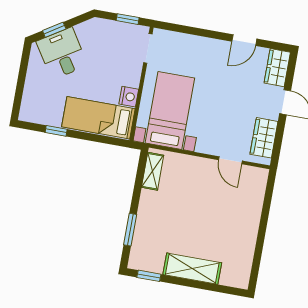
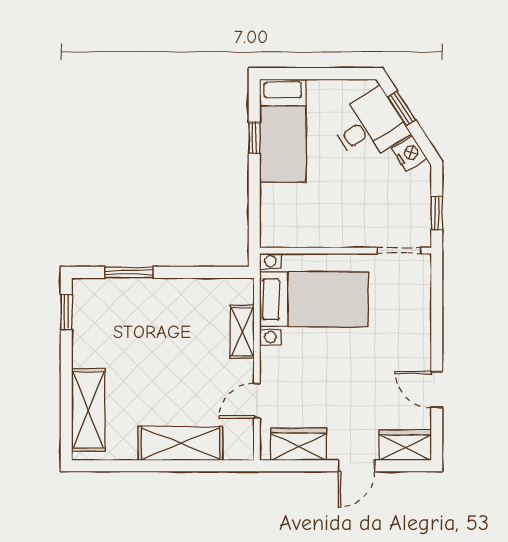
nightstand: (129, 97) -> (409, 154), moved, turned -123
bed: (98, 118) -> (283, 131), moved, turned 180
shelving: (153, 171) -> (242, 332), moved, turned 90
shelving: (249, 216) -> (181, 443), added
shelving: (192, 269) -> (88, 410), moved

